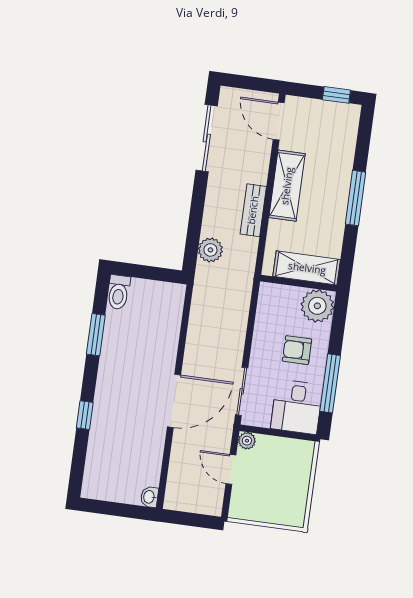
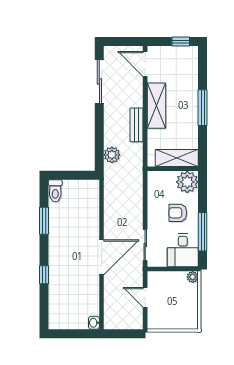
plant: (247, 441) -> (193, 277), moved

